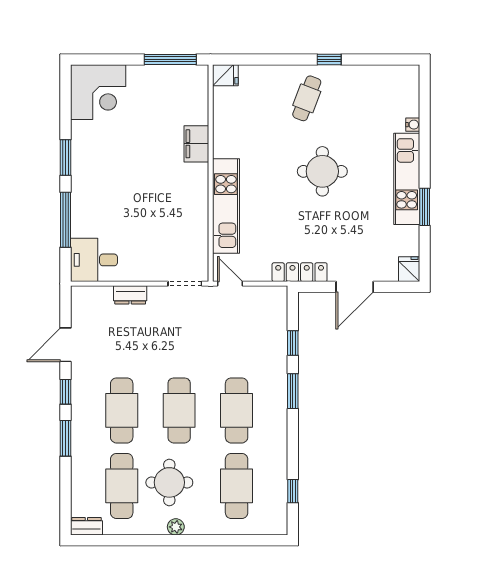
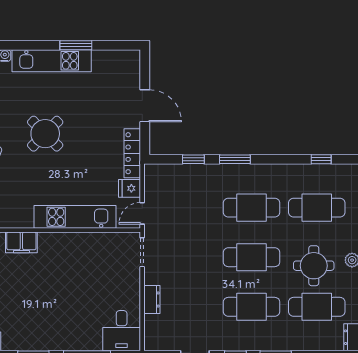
round table: (322, 171) -> (45, 134), turned 45
fridge: (409, 269) -> (130, 188), moved

